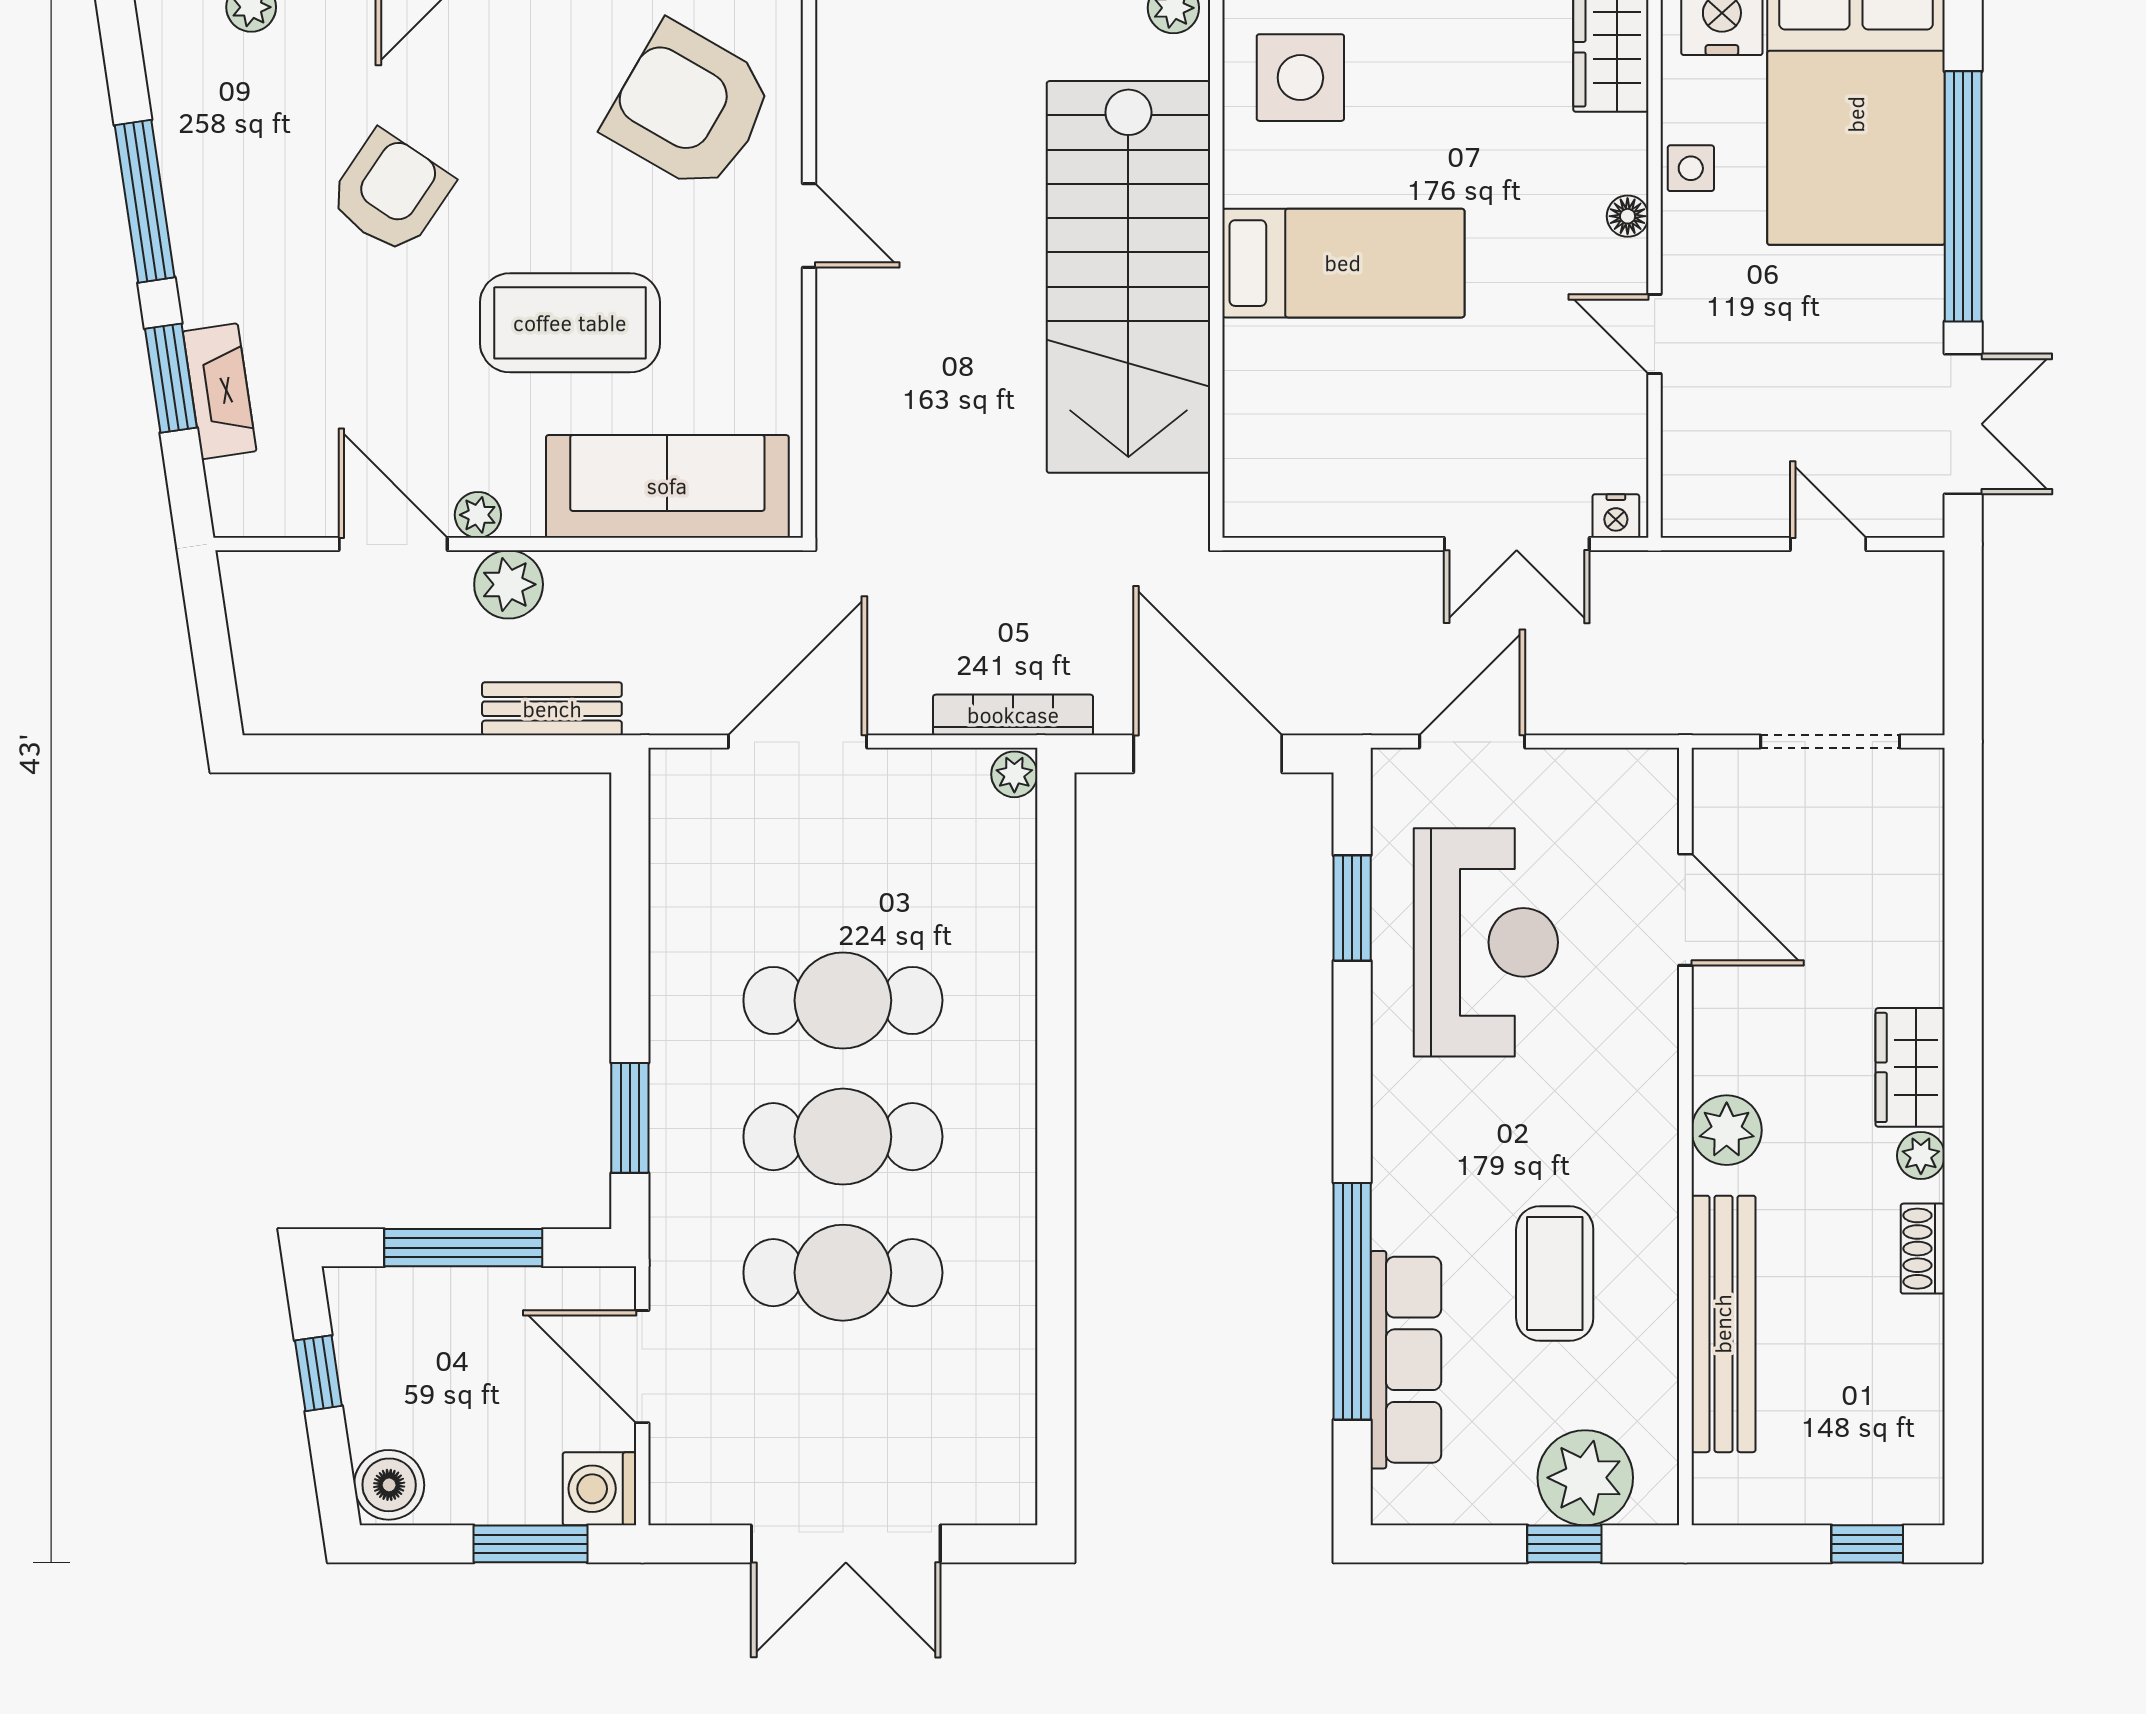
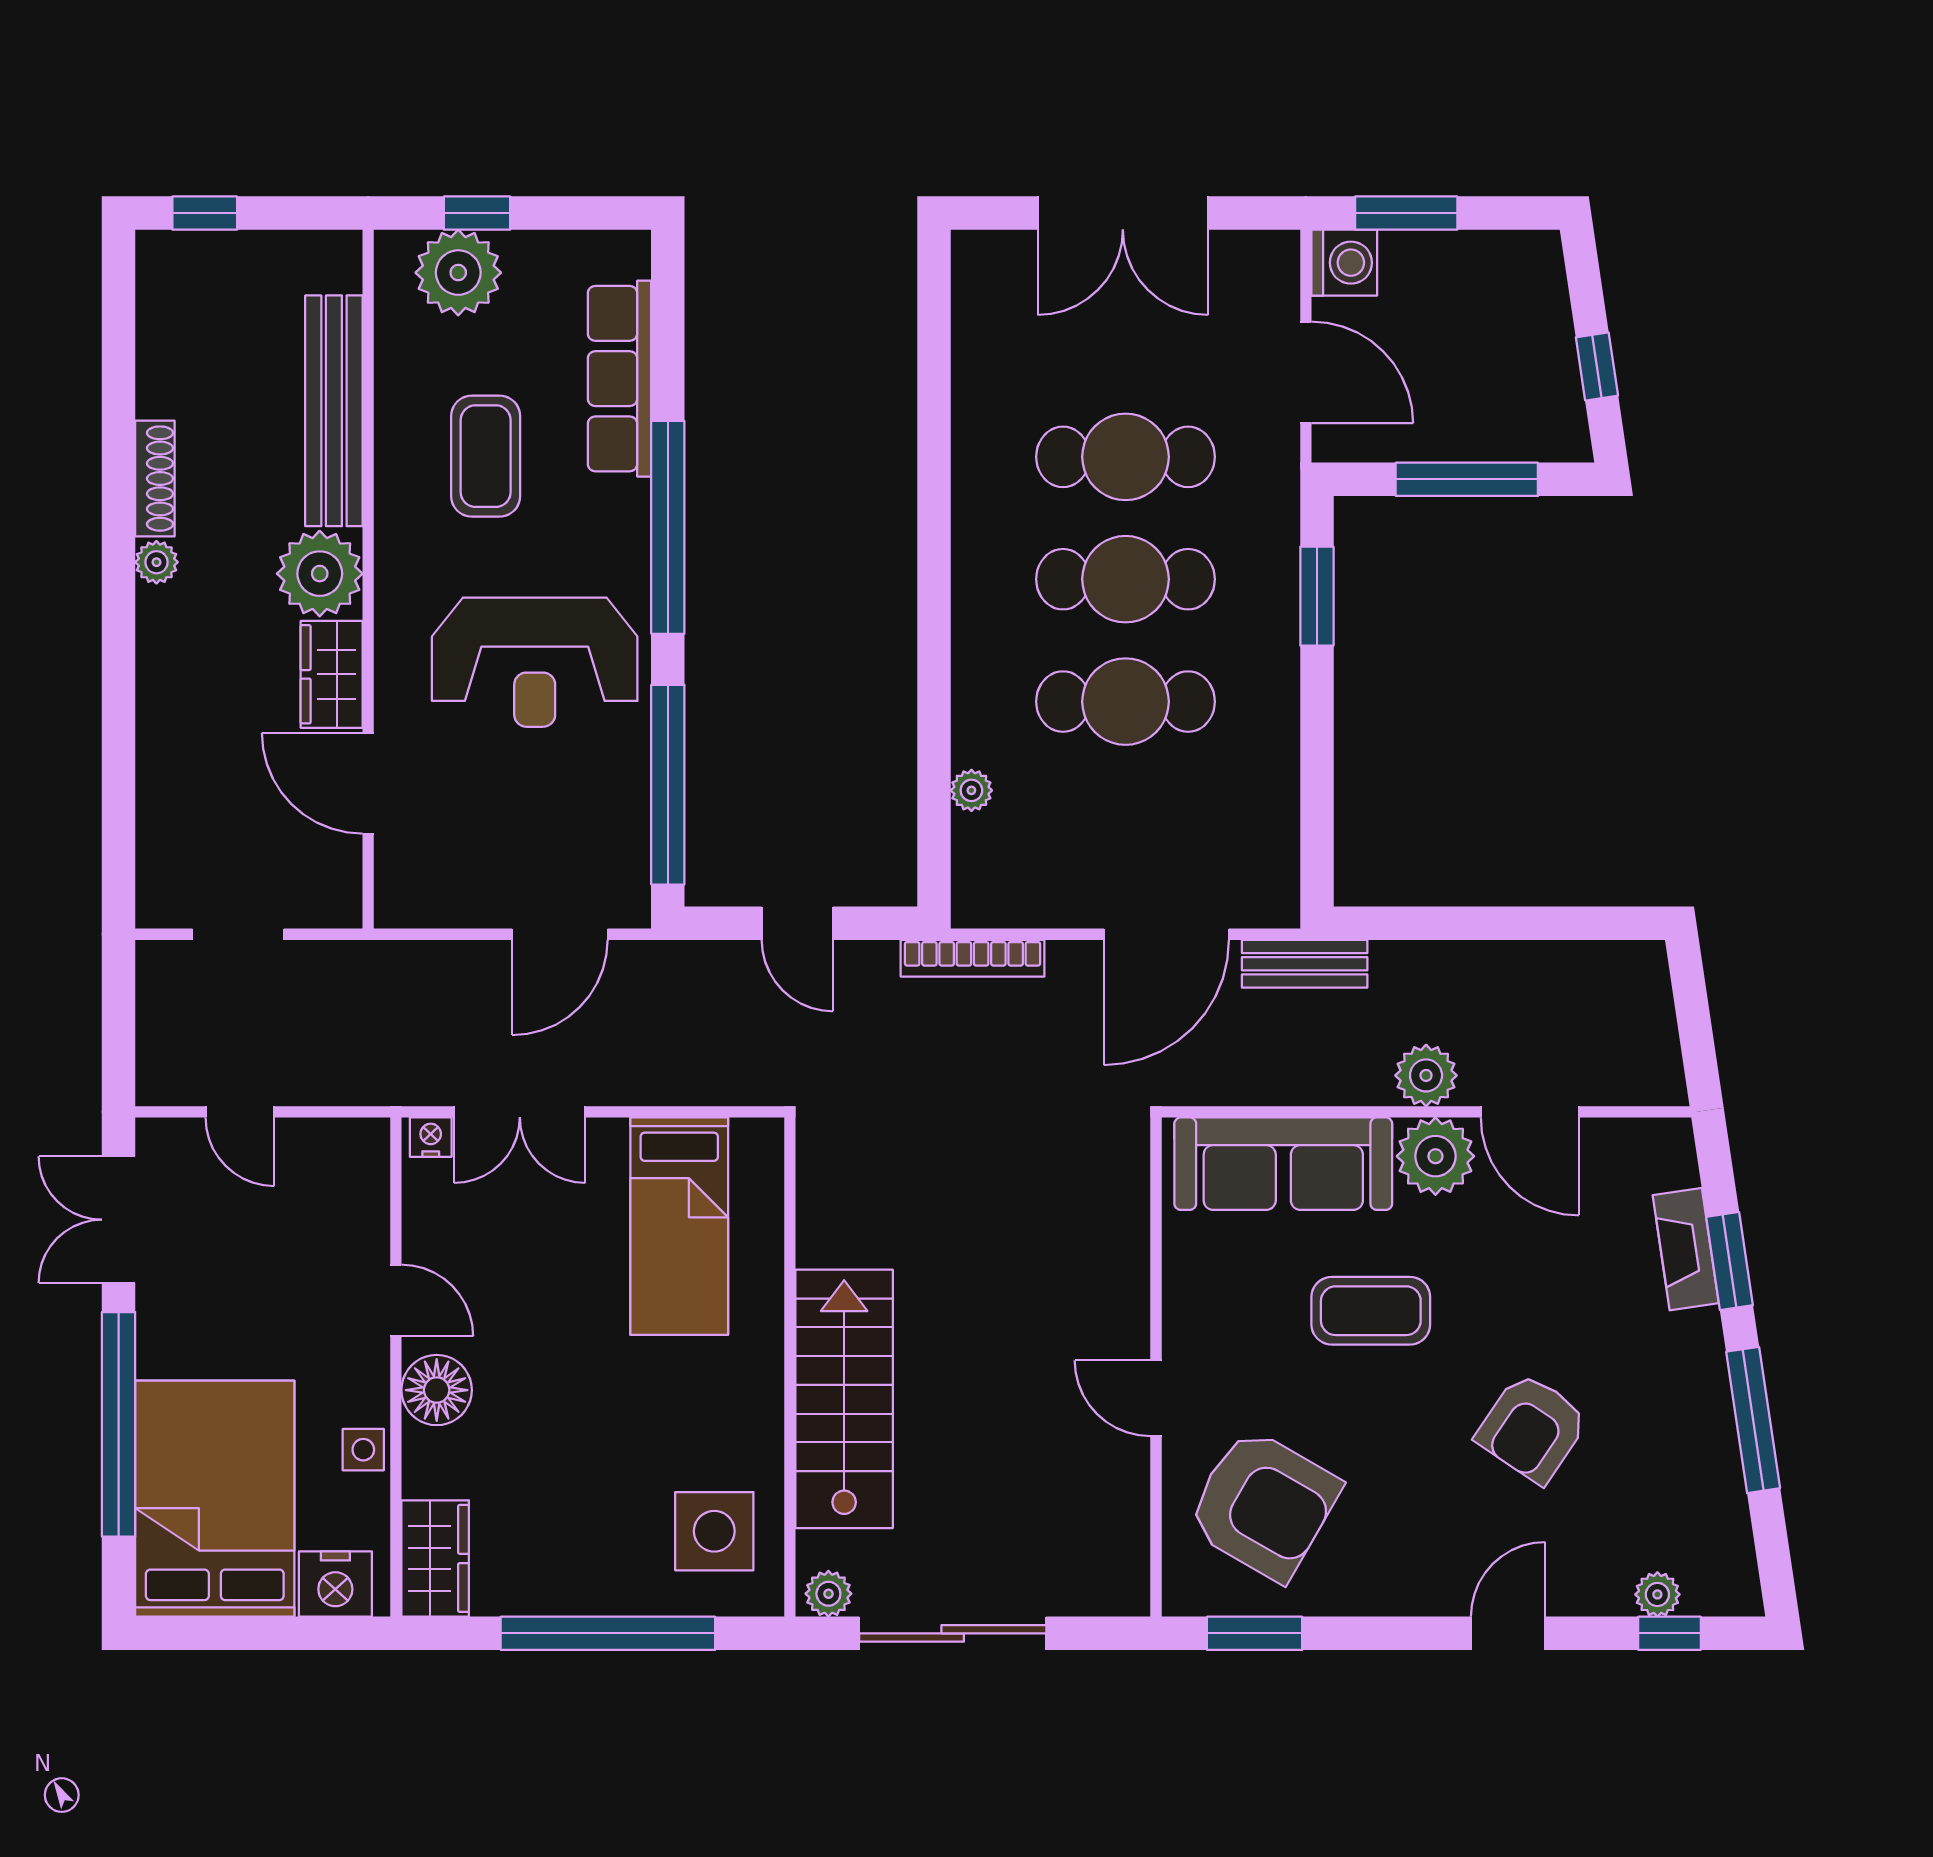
floor lamp: (1628, 216) -> (437, 1390), width x1.89, depth x1.89
bed: (1343, 263) -> (679, 1226), moved, turned -90
stairs: (1128, 277) -> (844, 1399), width x0.73, depth x0.66
coffee table: (570, 323) -> (1371, 1311), width x0.73, depth x0.76
plant: (478, 515) -> (1435, 1156), width x1.88, depth x1.88
double door: (1517, 544) -> (520, 1112), swing flipped
bench: (552, 709) -> (1305, 964), moved
doorway: (1830, 742) -> (238, 934), width x0.73
door: (1208, 754) -> (797, 923), width x0.53
plant: (1014, 774) -> (971, 790), moved
window: (1352, 908) -> (668, 785), width x2.11
reception desk: (1486, 942) -> (535, 662), moved, turned -90
wardrobe: (1910, 1067) -> (332, 674), moved, turned 180
plant: (1727, 1130) -> (320, 574), width x1.36, depth x1.36
shoe rack: (1923, 1249) -> (155, 479), width x1.43
window: (1352, 1301) -> (668, 527), moved
boiler: (389, 1485) -> (1533, 266), removed
double door: (846, 1544) -> (1123, 213), swing flipped

